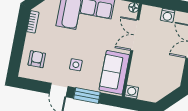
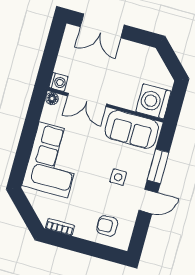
washing machine: (168, 15) -> (58, 82), moved
washing machine: (132, 92) -> (154, 101), width x1.89, depth x1.89

